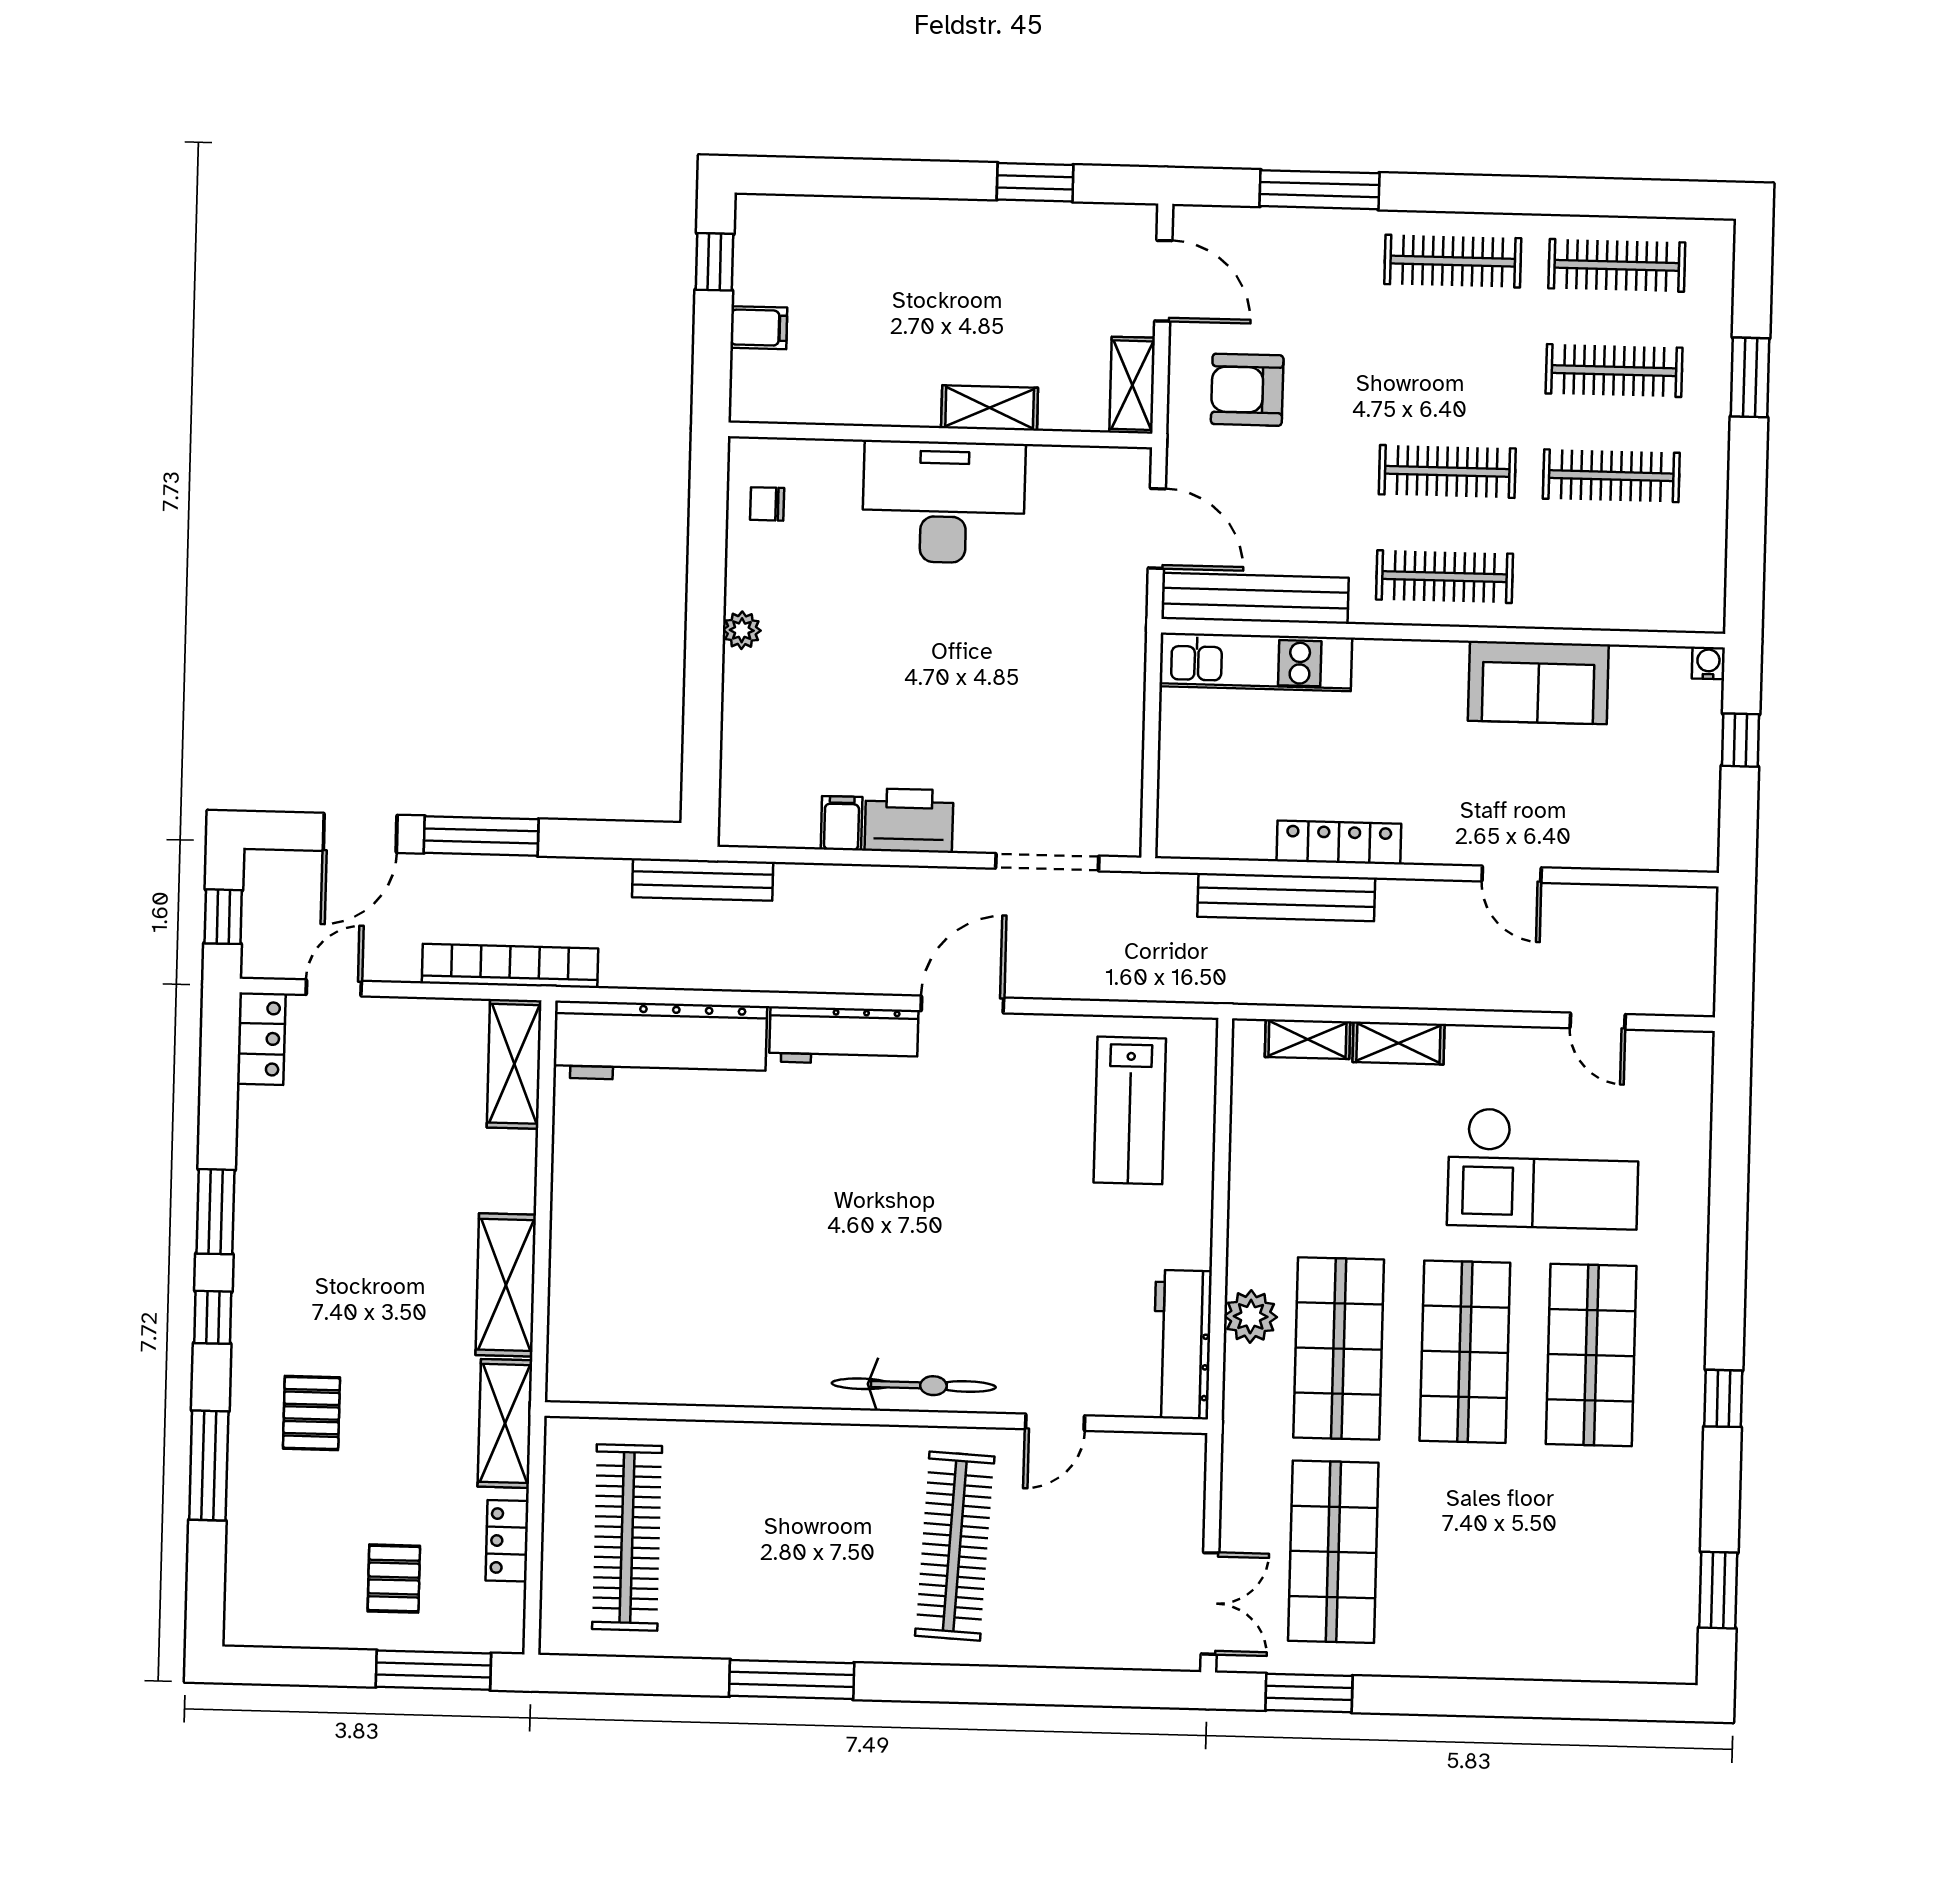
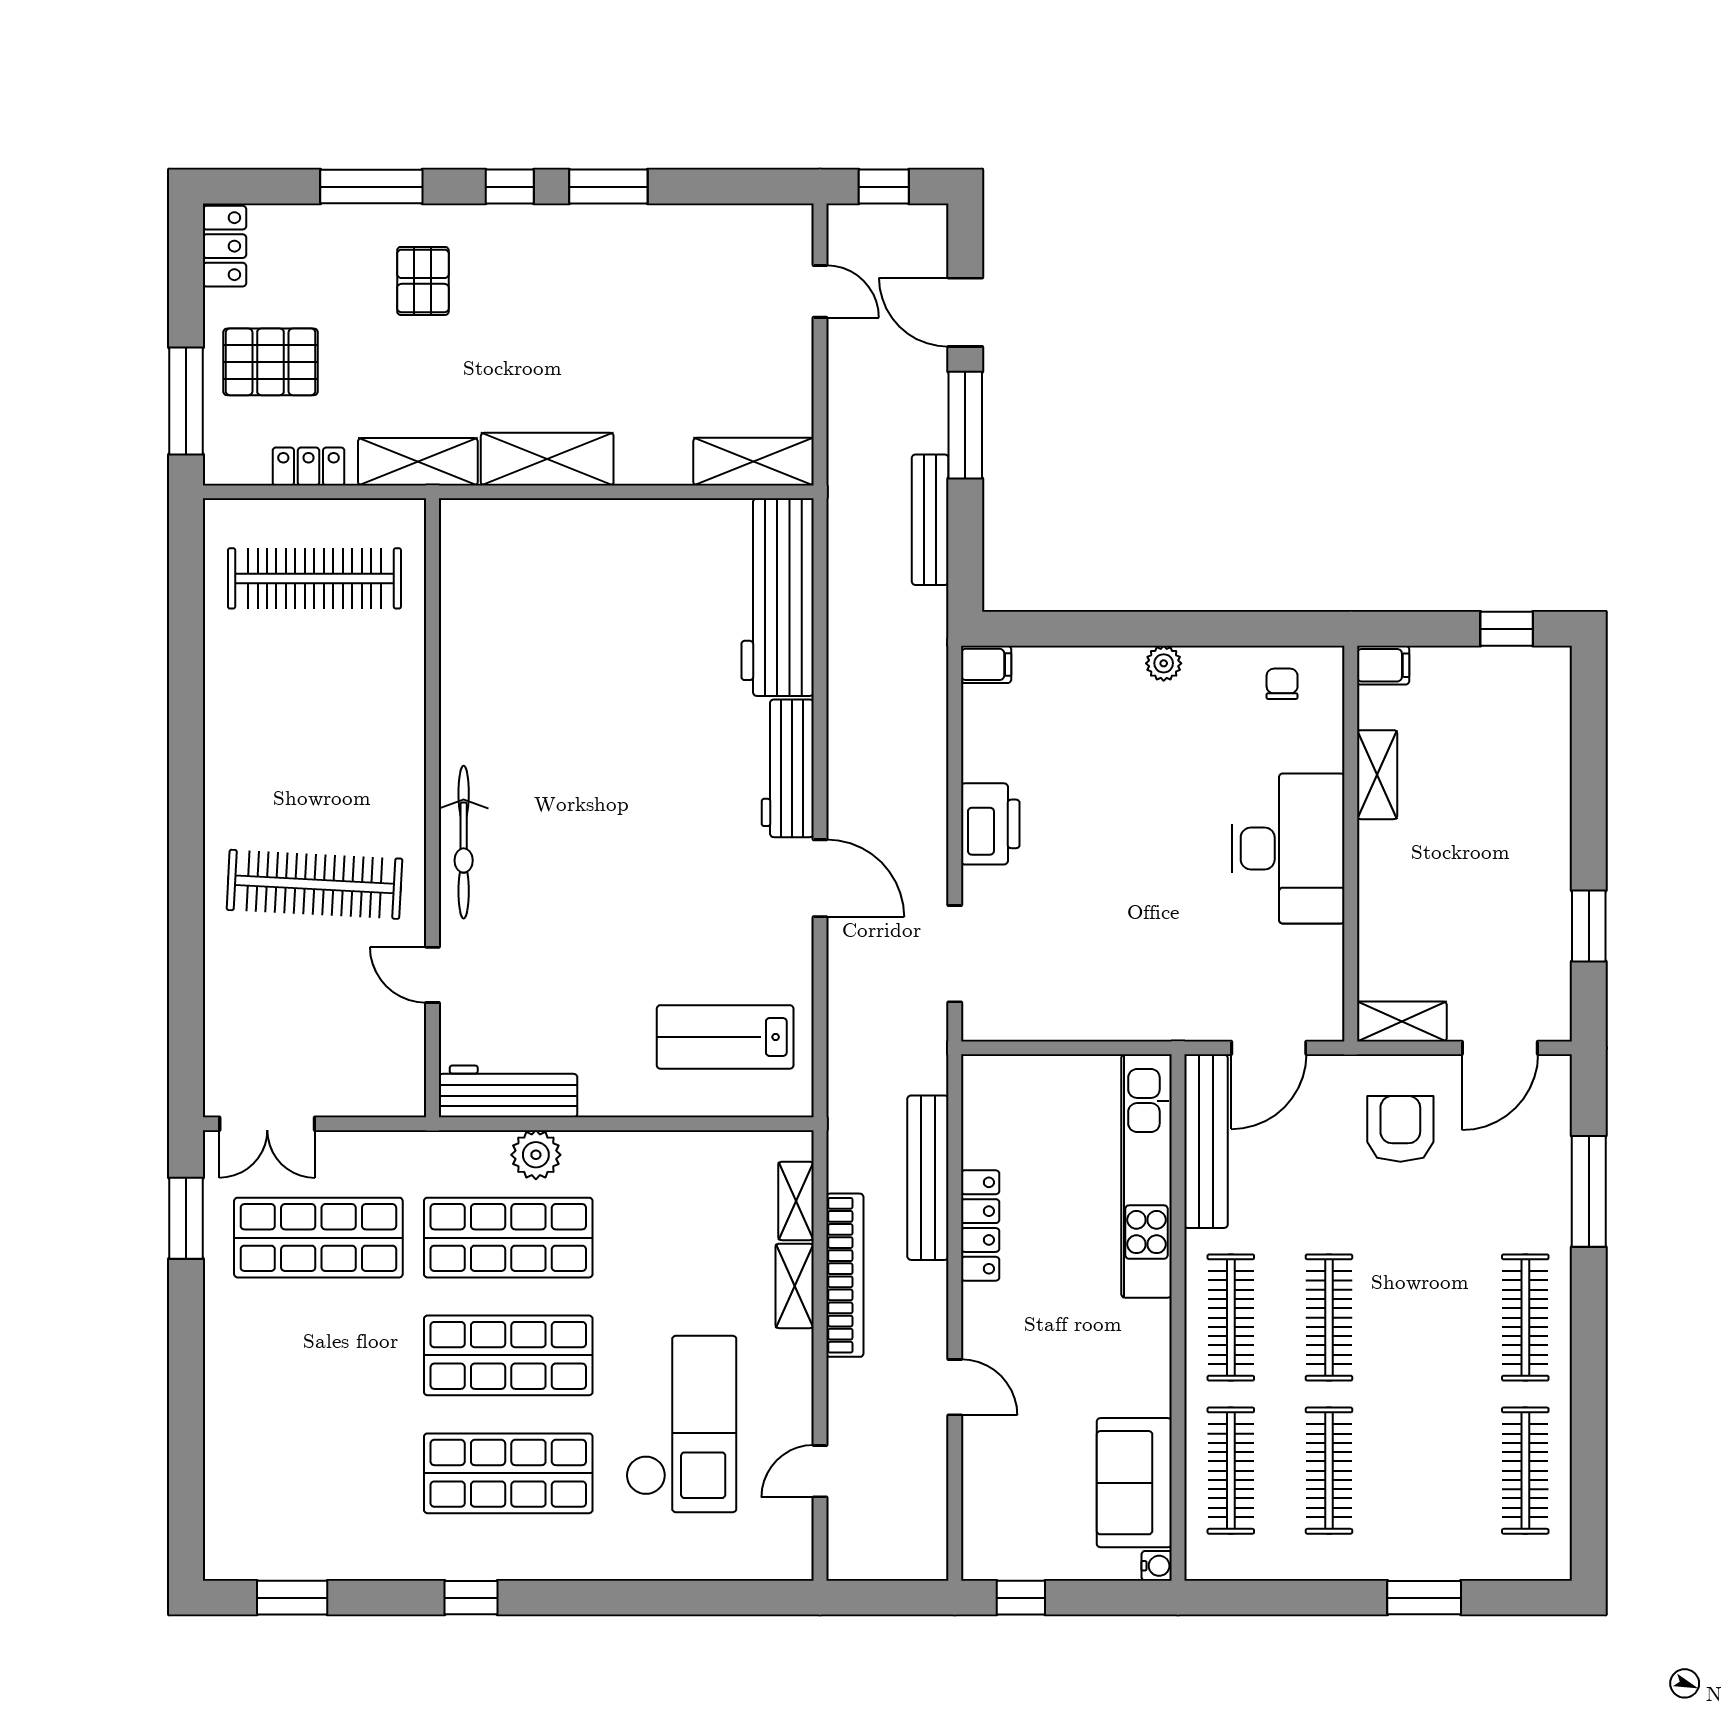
filing cabinet: (759, 328) -> (1383, 665), moved, turned -90
clothes rail: (1614, 371) -> (1231, 1471), moved
shelving: (990, 408) -> (1377, 775), moved
kitchen unit: (1256, 662) -> (1147, 1176), width x1.36
sofa: (1538, 683) -> (1134, 1483), moved
window: (1741, 740) -> (1021, 1598), moved
filing cabinet: (842, 823) -> (986, 664), moved
door: (1512, 874) -> (955, 1387), swing flipped
bench: (703, 879) -> (930, 520), moved
bookcase: (510, 966) -> (845, 1275), moved
locker: (261, 1039) -> (224, 246), moved, turned -90
checkout: (1543, 1168) -> (681, 1424), turned 180
pallet: (311, 1413) -> (423, 281), turned 90
pallet: (394, 1579) -> (270, 362), width x1.50, depth x1.42
window: (792, 1680) -> (186, 735), removed

